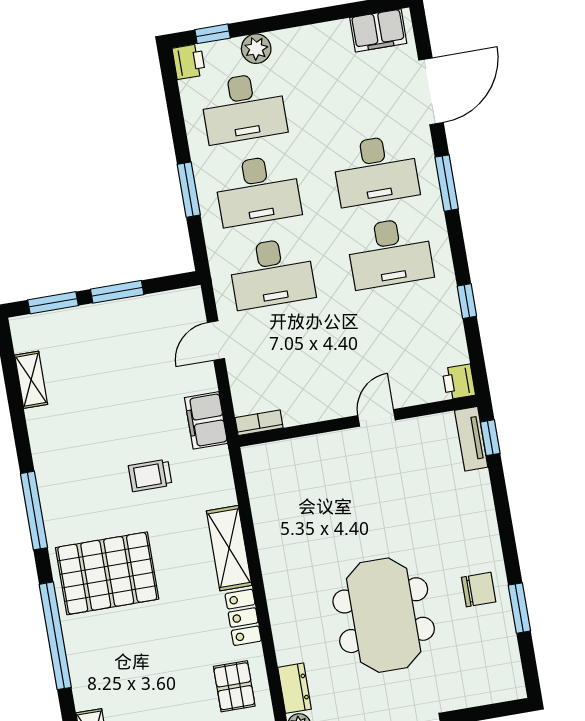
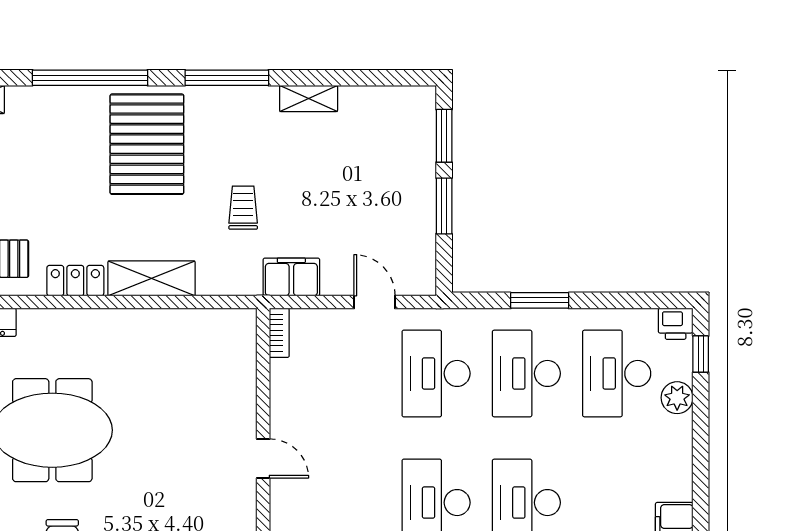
shelving: (31, 380) -> (309, 99), moved

